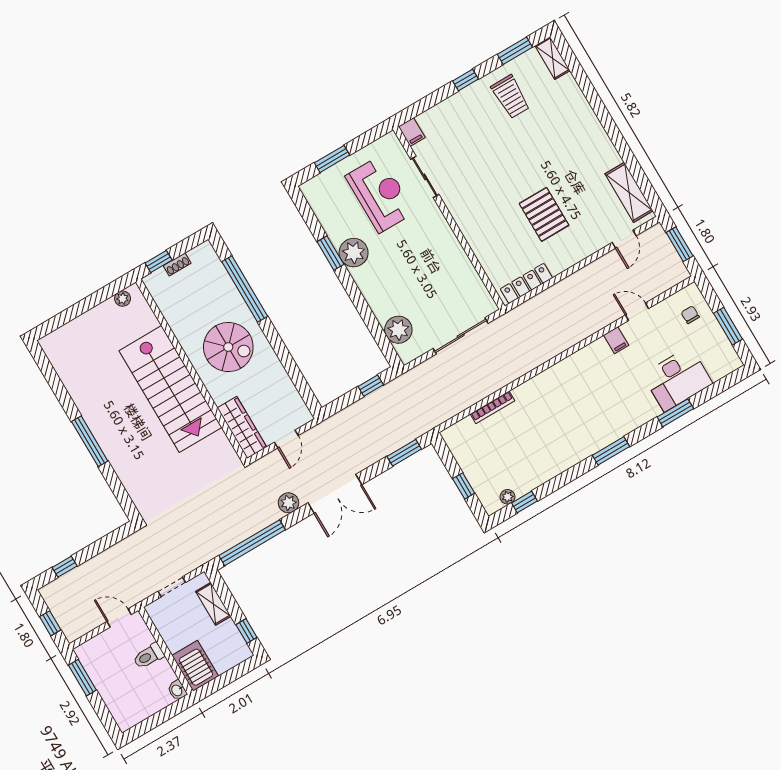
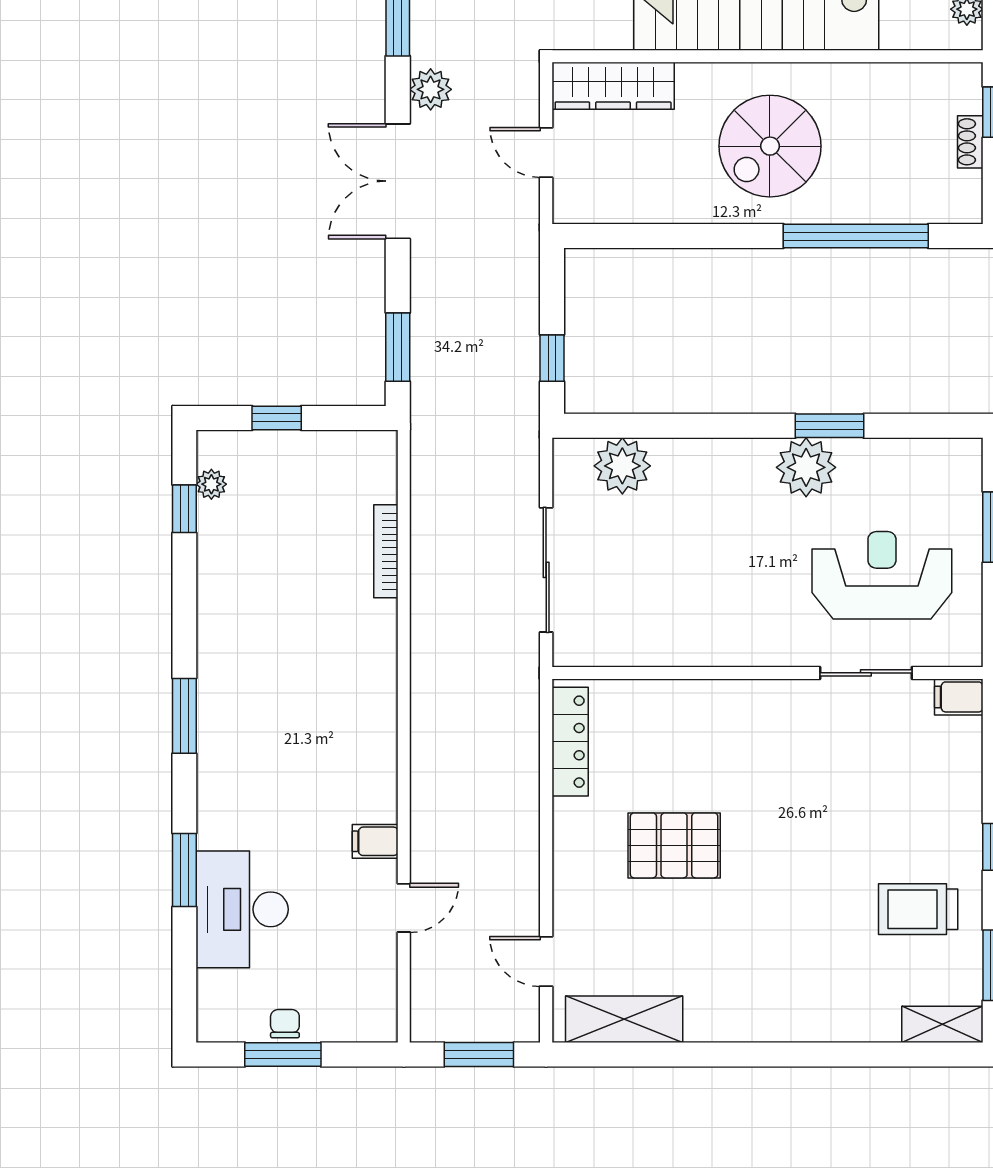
reception desk: (380, 194) -> (882, 575), turned 180
chair: (690, 315) -> (285, 1024), moved, turned -90

